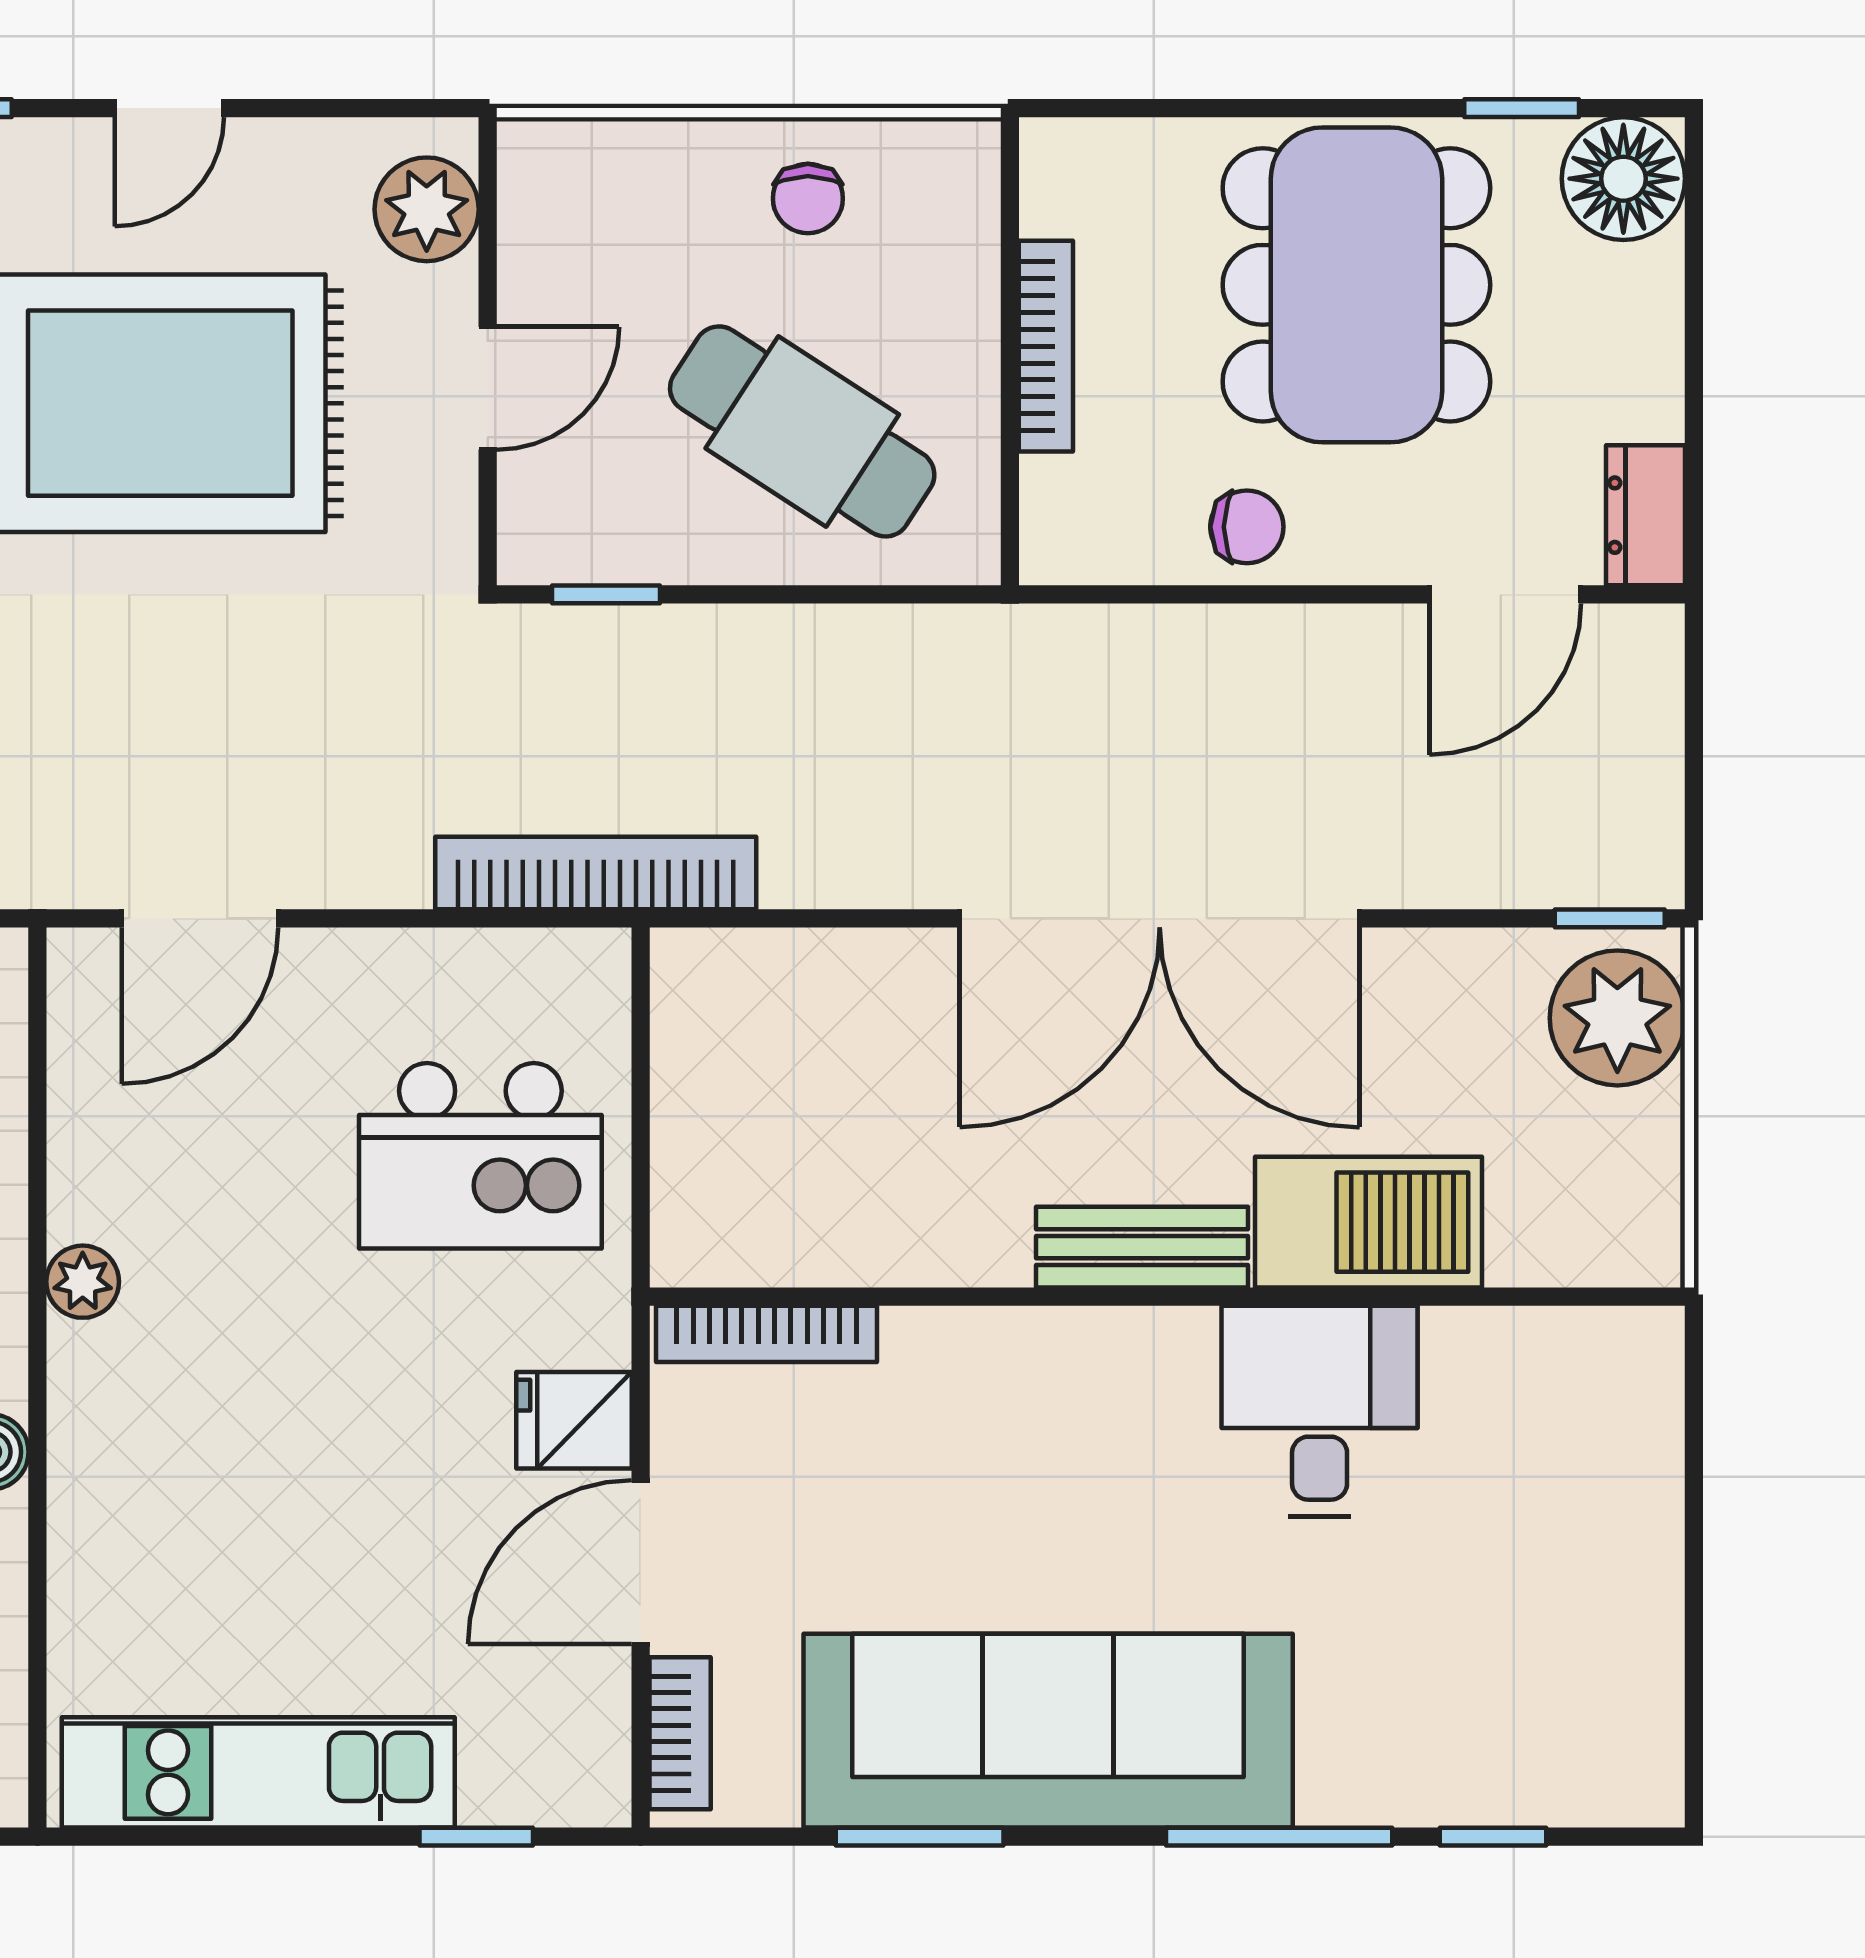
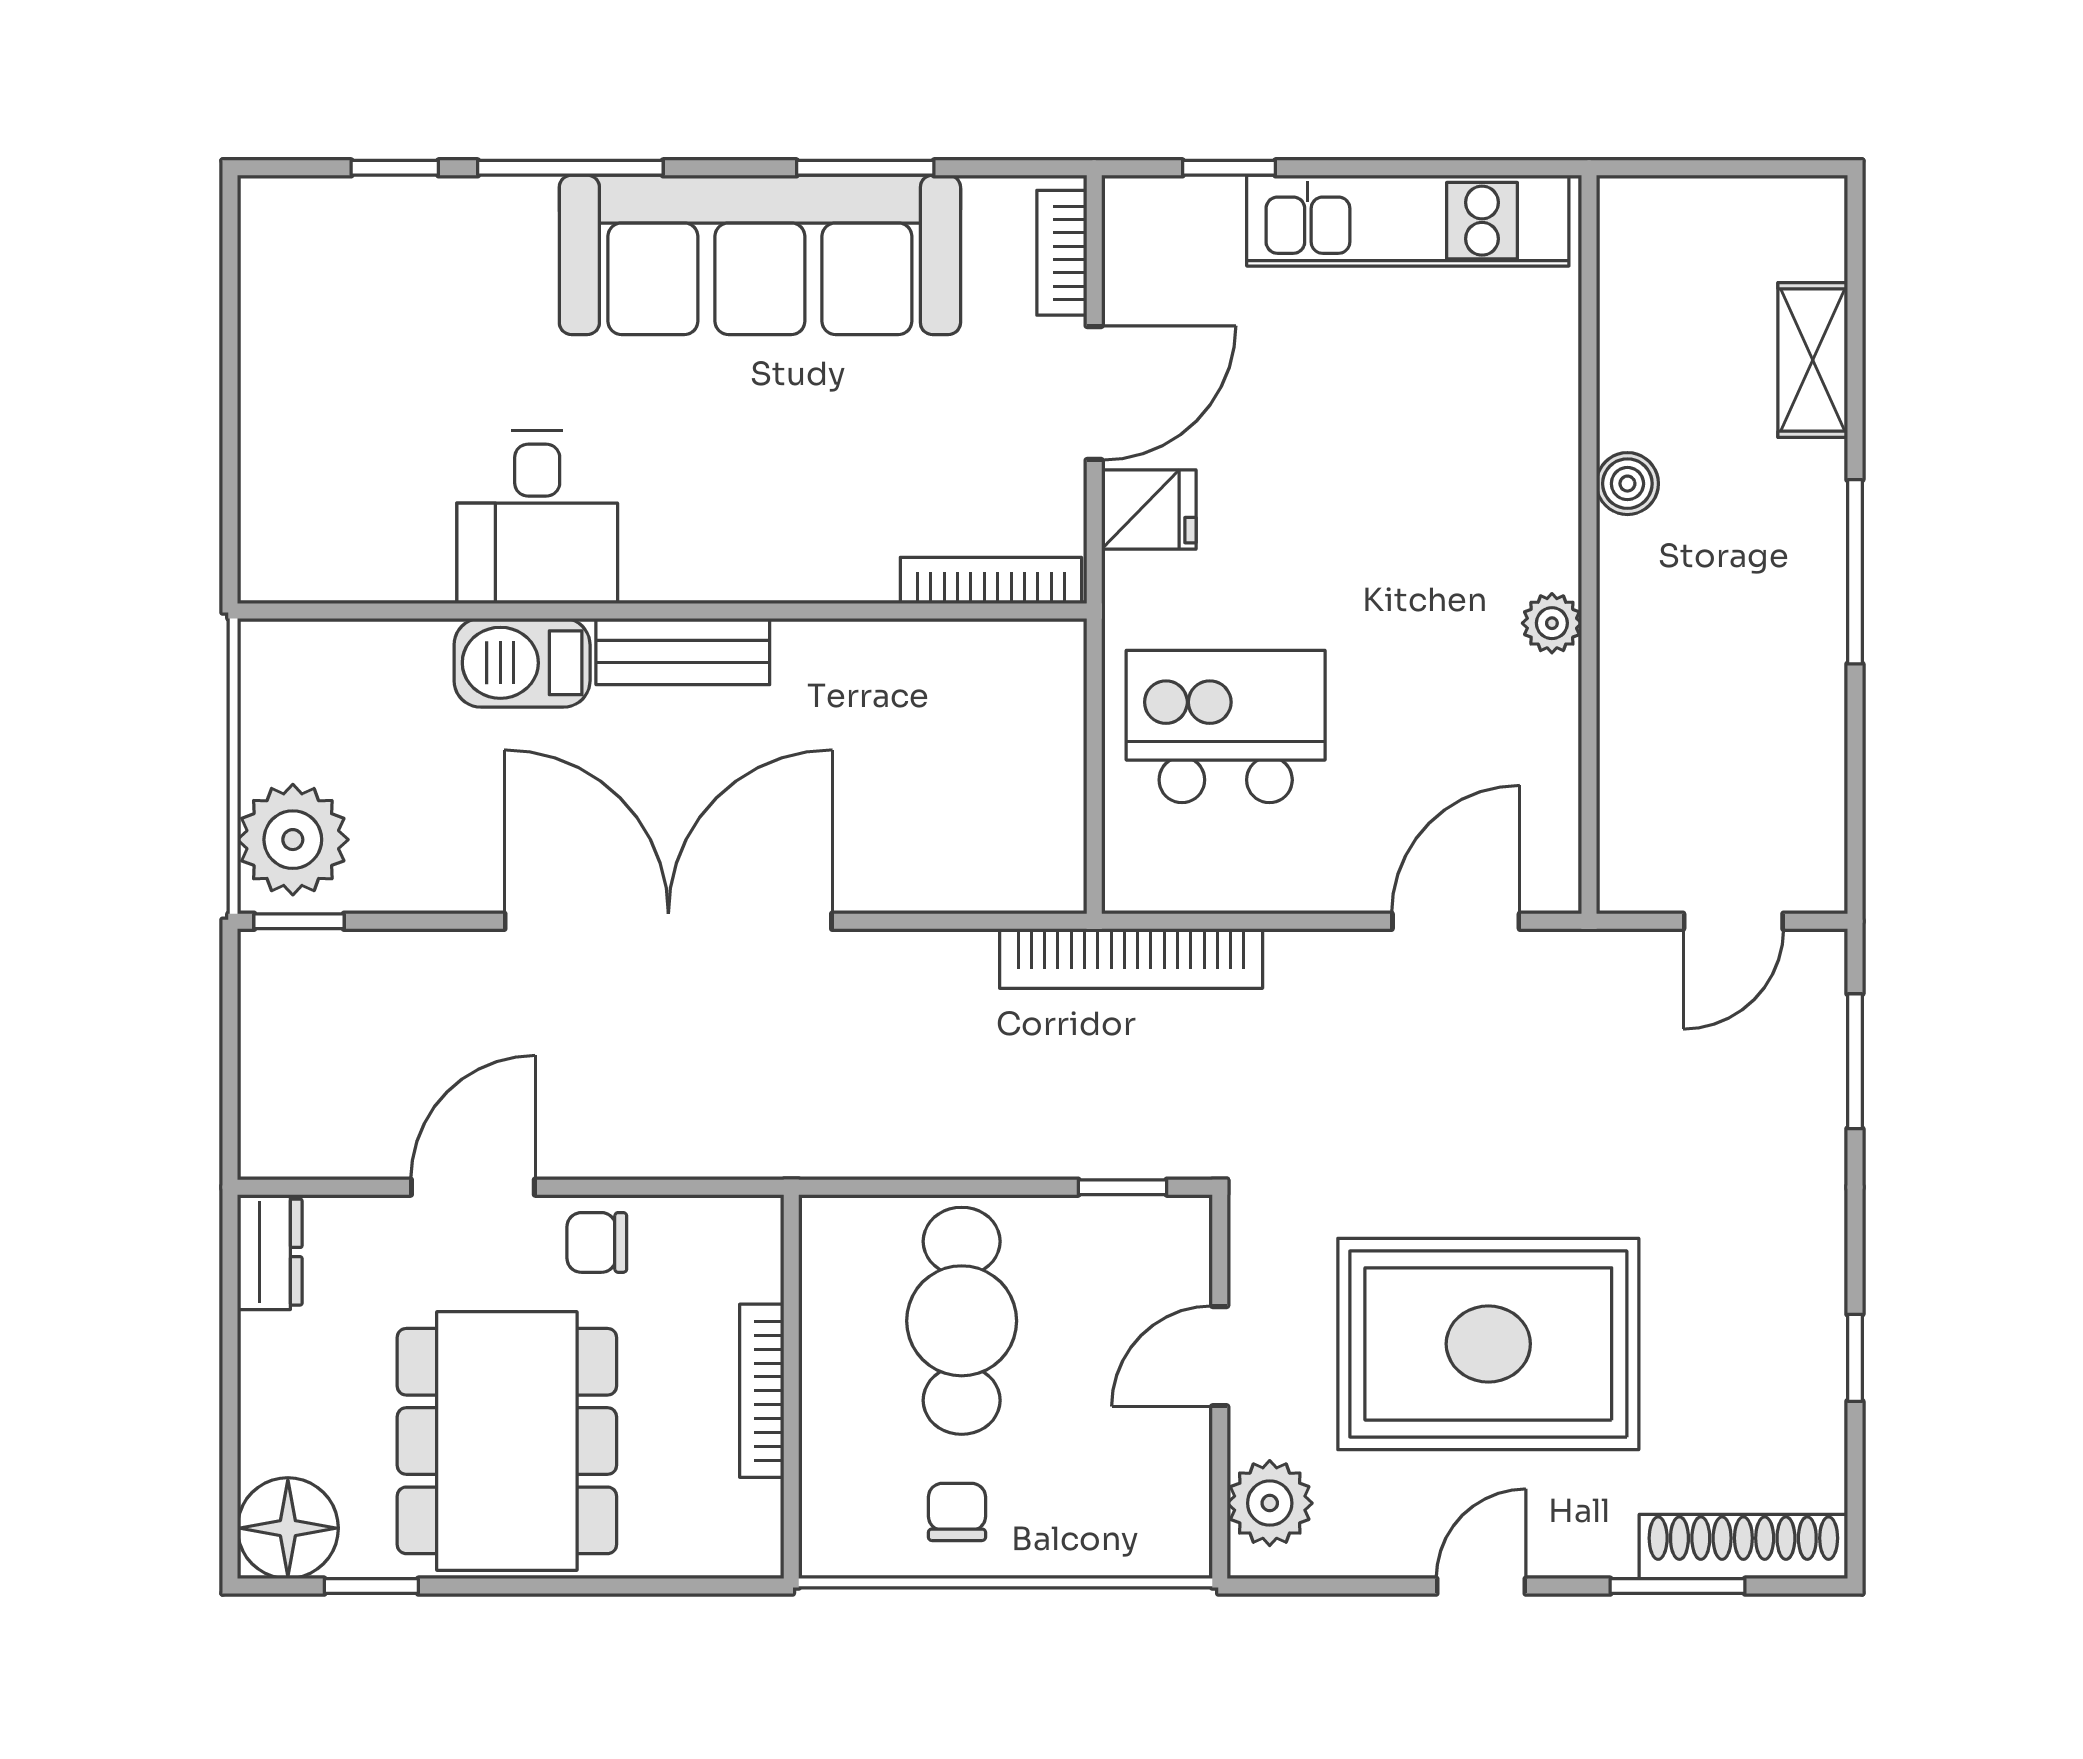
cafe table: (802, 431) -> (962, 1321), turned 57
door: (1505, 594) -> (473, 1187), moved
barbecue: (1368, 1222) -> (522, 663), width x0.73, depth x0.83

